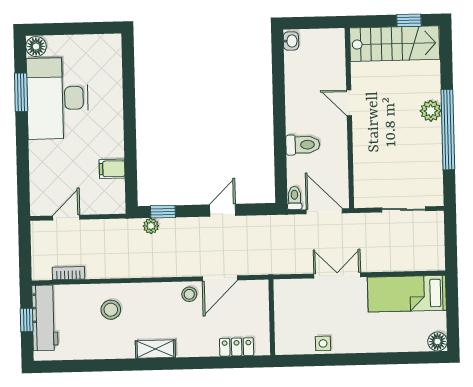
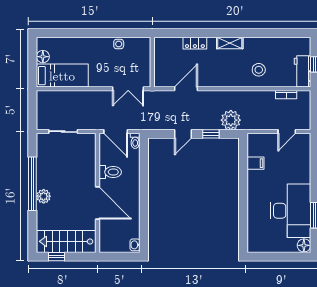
door: (349, 103) -> (98, 203), width x1.88
toilet: (303, 145) -> (110, 172), moved, turned 180
window: (163, 212) -> (211, 134), moved
plant: (151, 226) -> (231, 120), width x1.88, depth x1.88
double door: (337, 275) -> (128, 89), moved
stool: (189, 294) -> (206, 79), removed
workbench: (45, 318) -> (302, 71), width x0.73
floor lamp: (437, 341) -> (43, 57), moved
locker: (237, 347) -> (195, 43), moved

